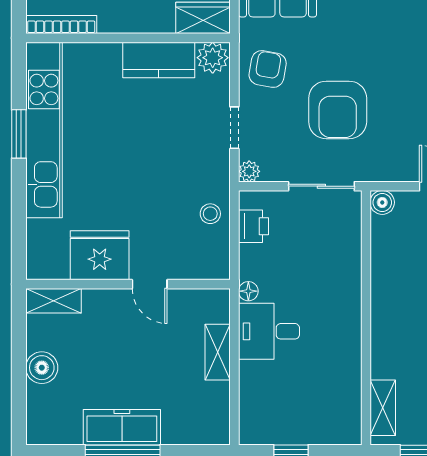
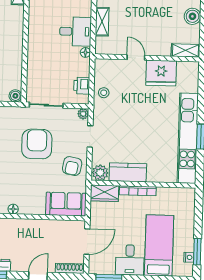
bookcase: (61, 25) -> (138, 191), moved

